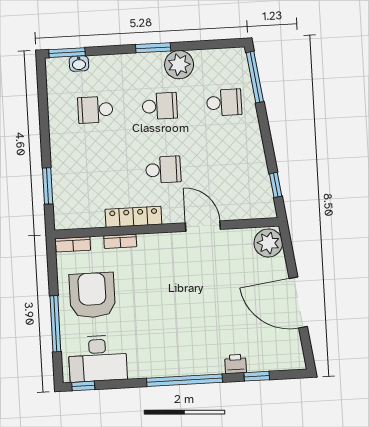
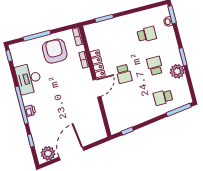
school desk: (224, 102) -> (163, 97), turned 90
school desk: (160, 106) -> (155, 66), turned 180
school desk: (95, 110) -> (147, 34), turned 90
door: (203, 226) -> (97, 88), moved
plant: (268, 243) -> (48, 153), moved
armchair: (92, 295) -> (55, 51), turned -90
desk: (98, 359) -> (29, 79), moved
printer: (236, 364) -> (30, 111), moved

